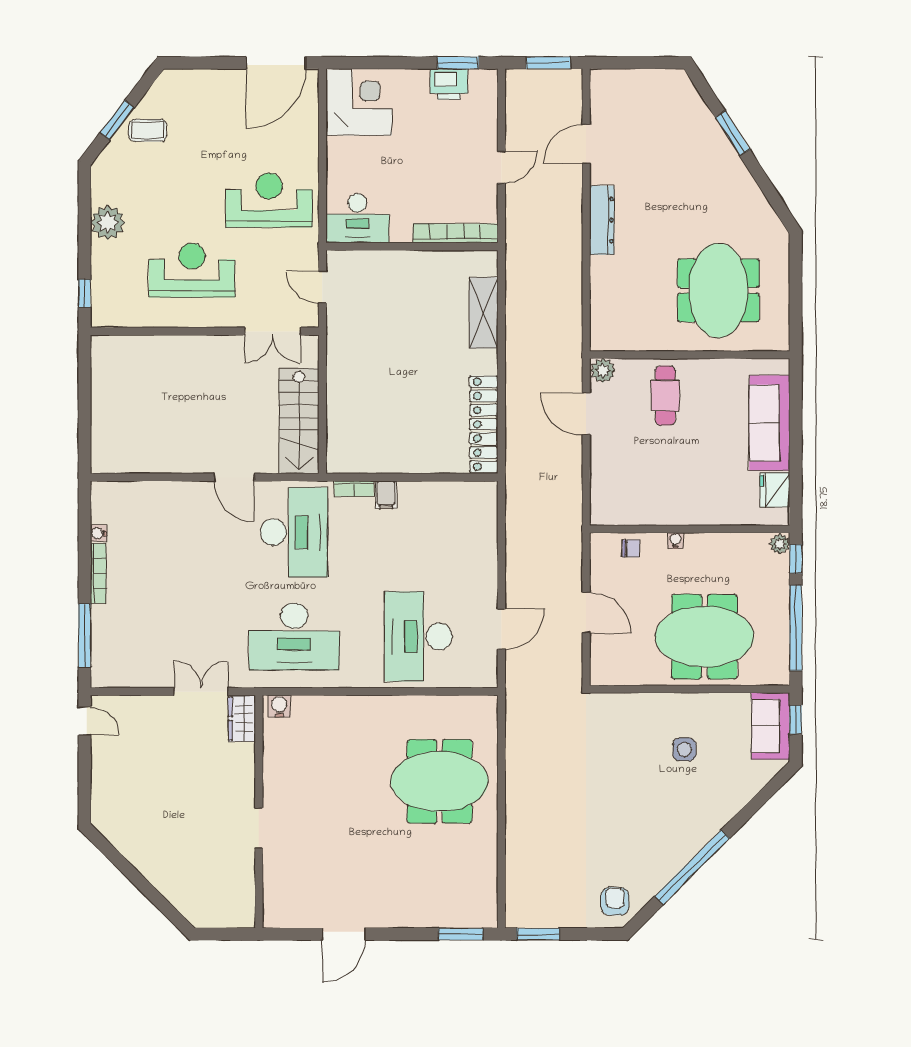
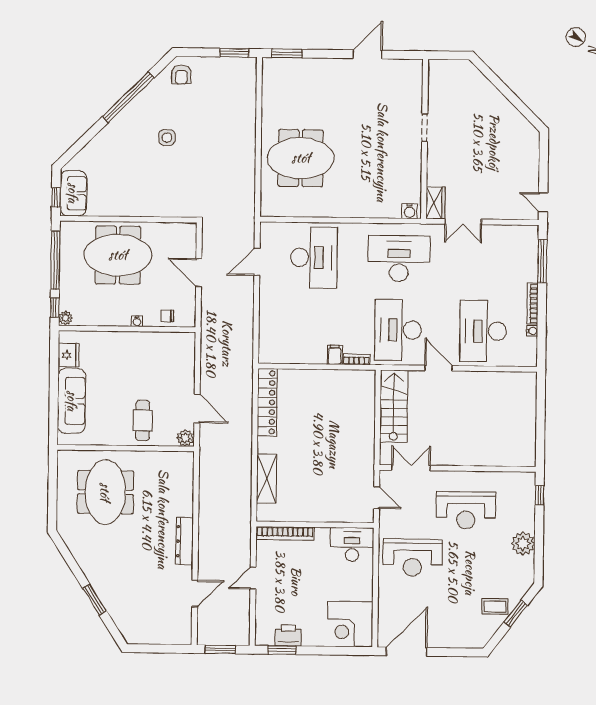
desk: (170, 532) -> (483, 331), added
side table: (684, 749) -> (167, 138), moved

